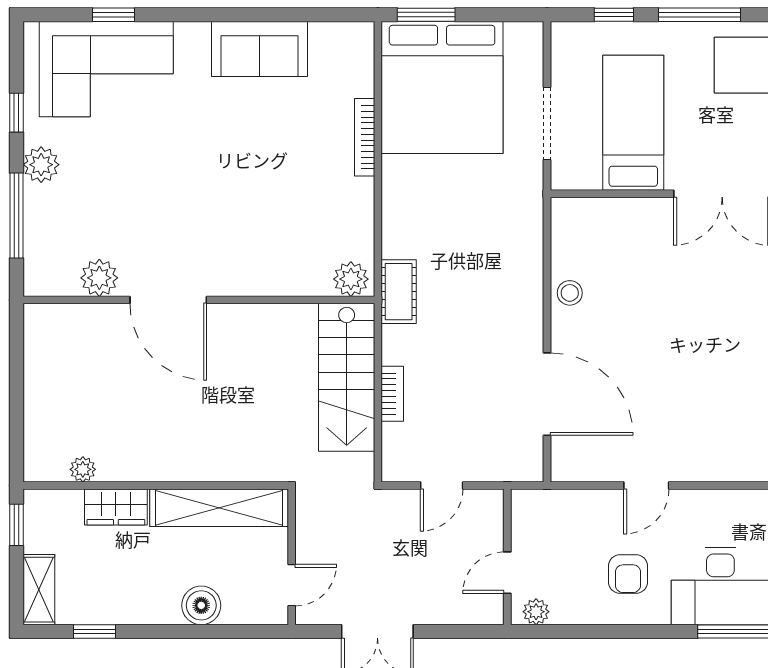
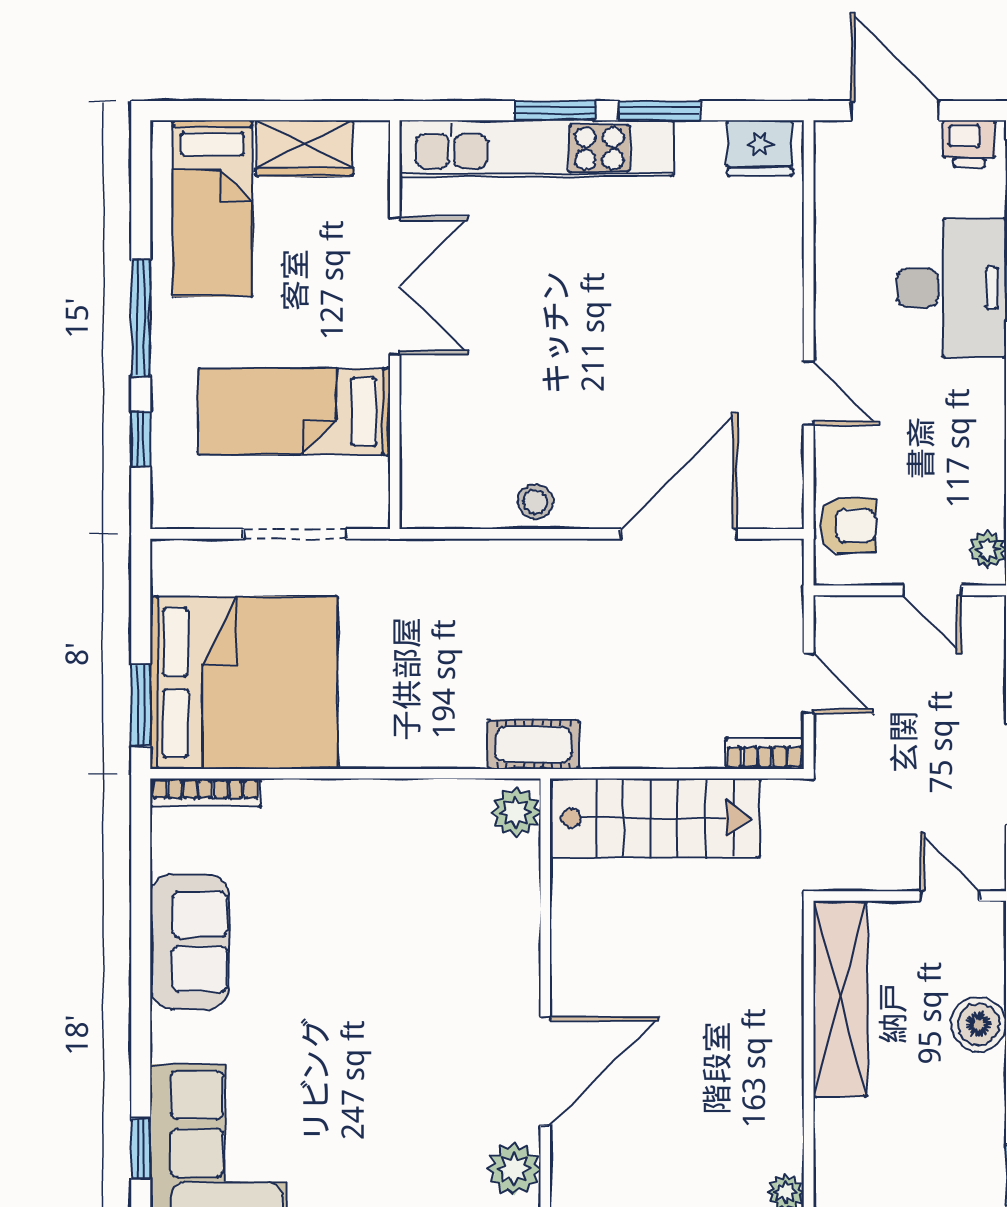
bookcase: (365, 137) -> (205, 793), moved
bookcase: (392, 394) -> (765, 753), moved
wardrobe: (116, 507) -> (839, 1145), removed
armchair: (628, 574) -> (848, 525), moved

